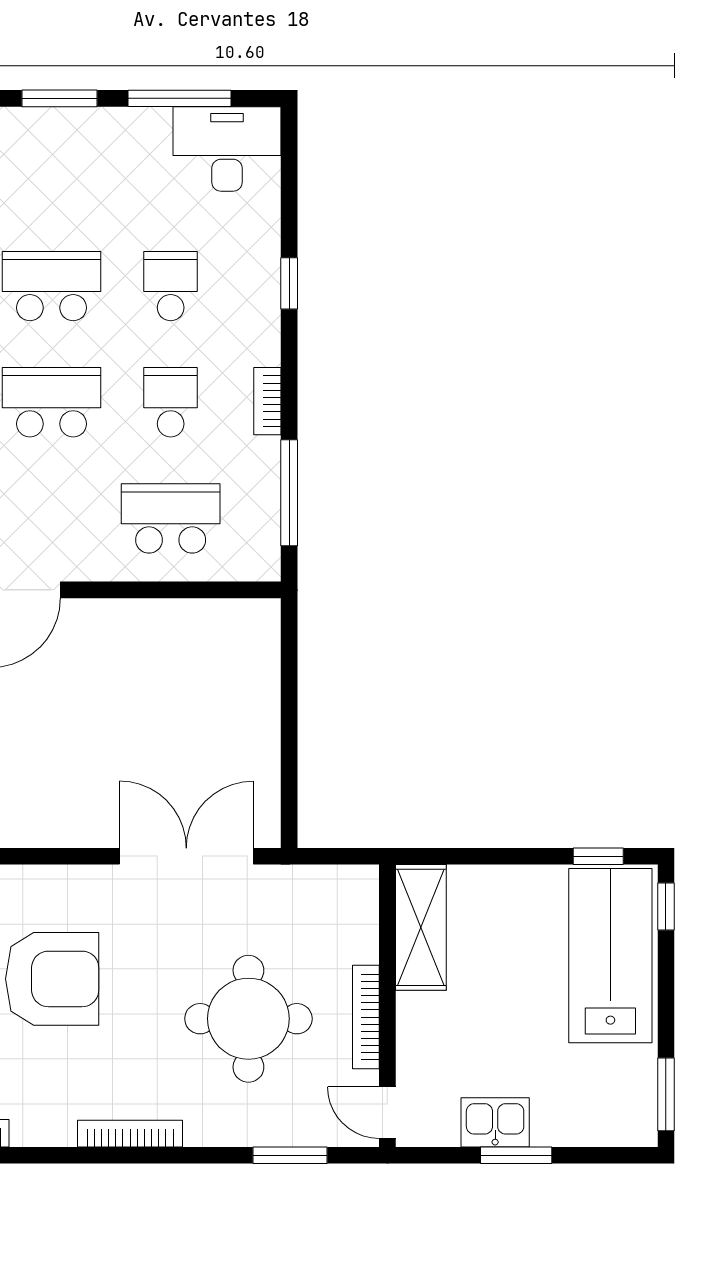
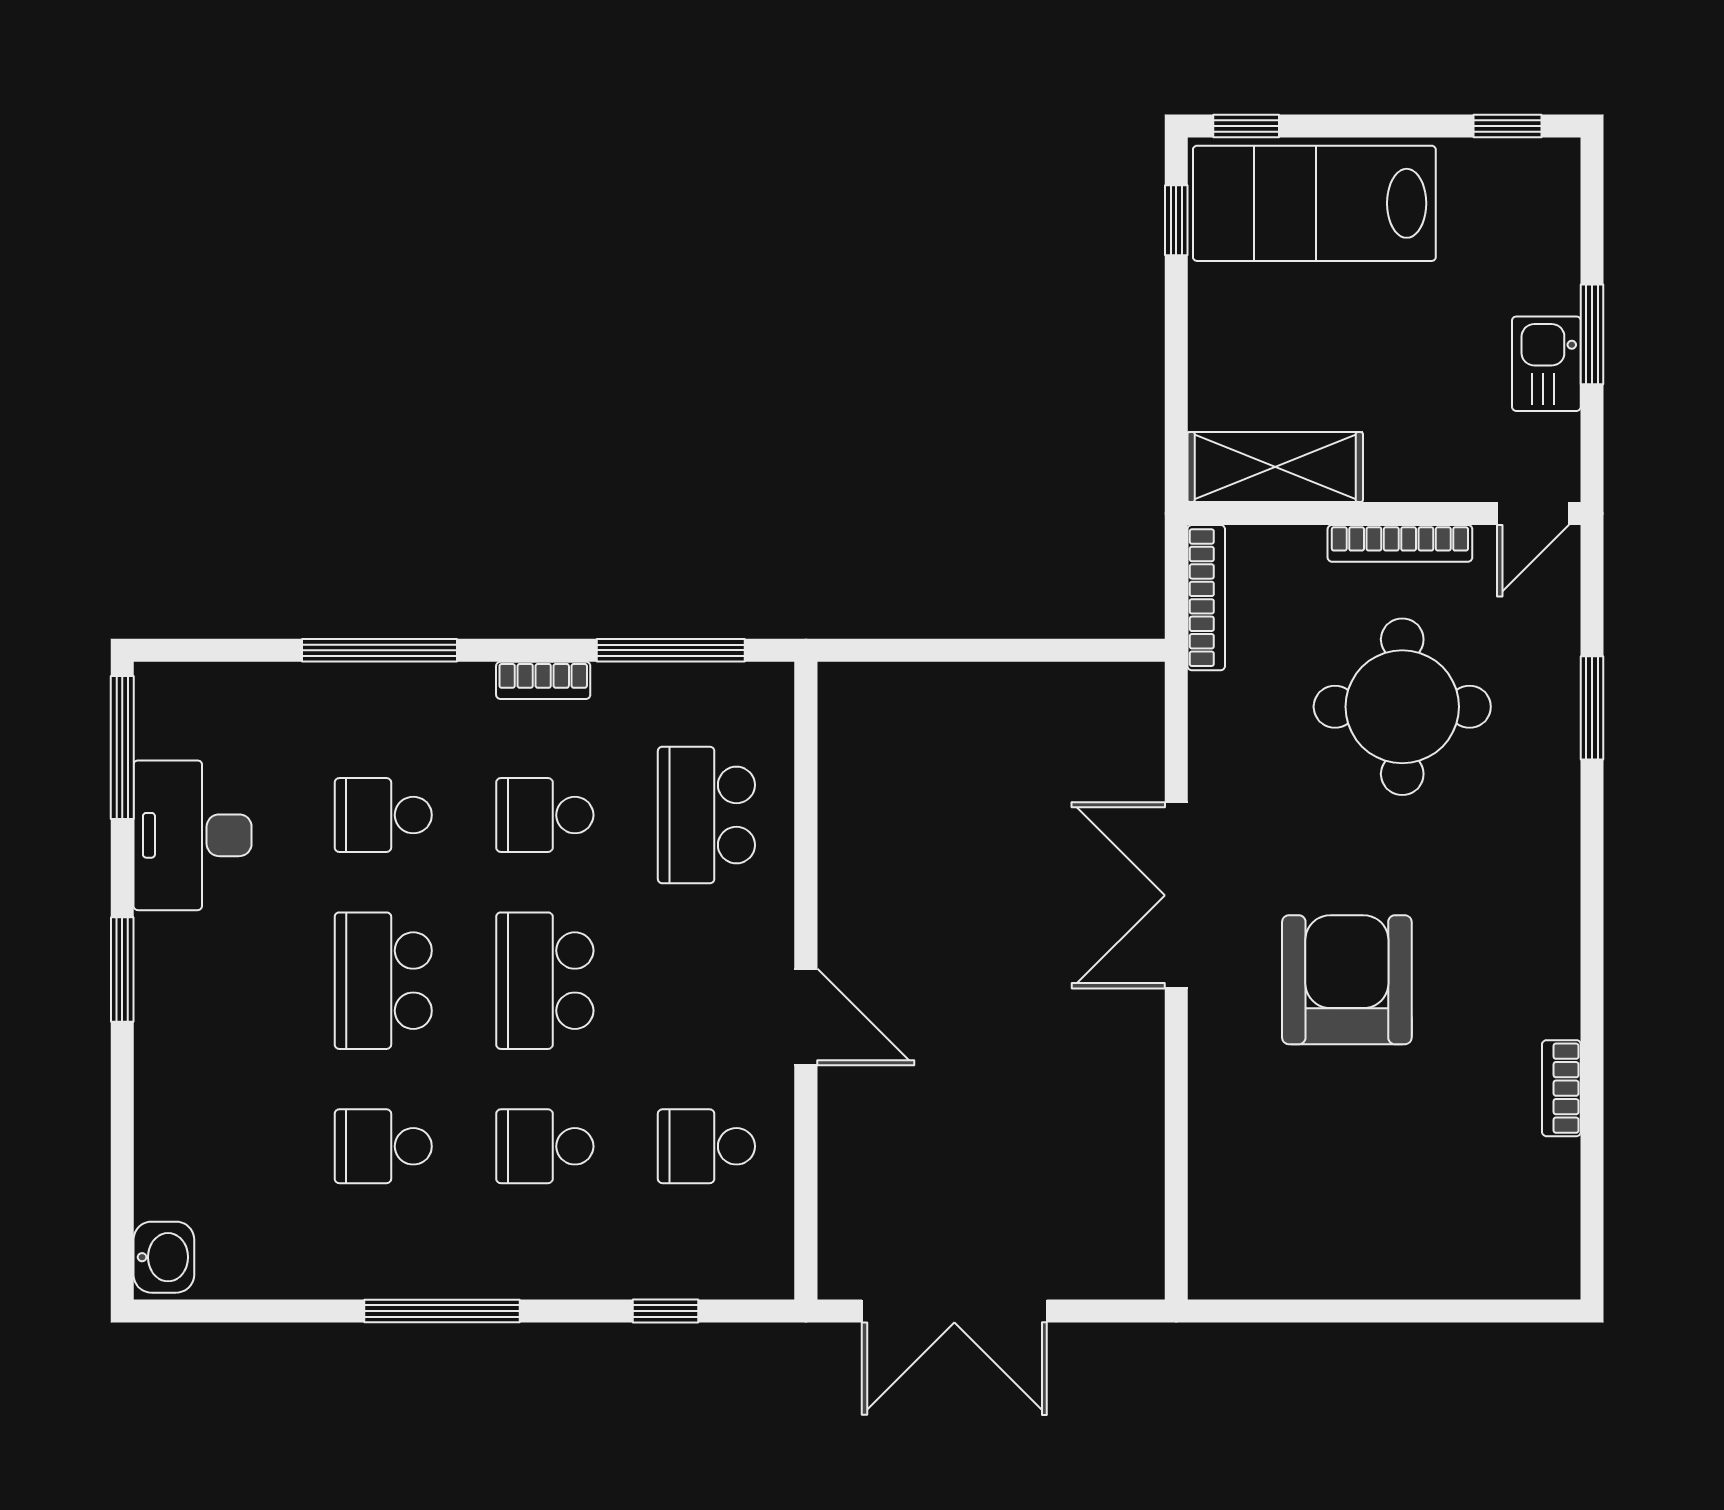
window: (179, 98) -> (122, 747), moved
desk: (227, 149) -> (193, 835), moved
window: (289, 283) -> (380, 650), width x2.17
double door: (186, 856) -> (1176, 895), moved
window: (666, 1094) -> (1507, 126), width x0.67
bookcase: (130, 1134) -> (1206, 598), moved, turned 180
window: (290, 1155) -> (1592, 708), moved

